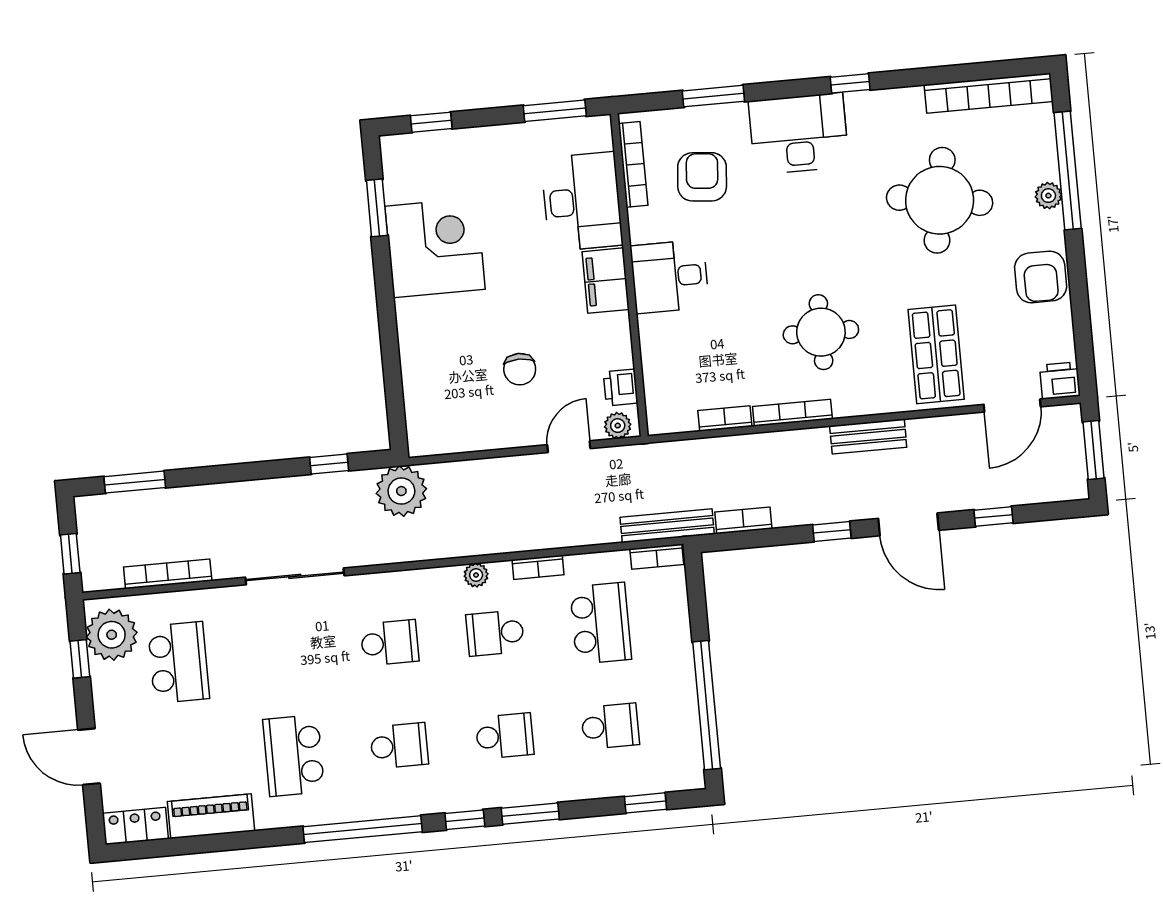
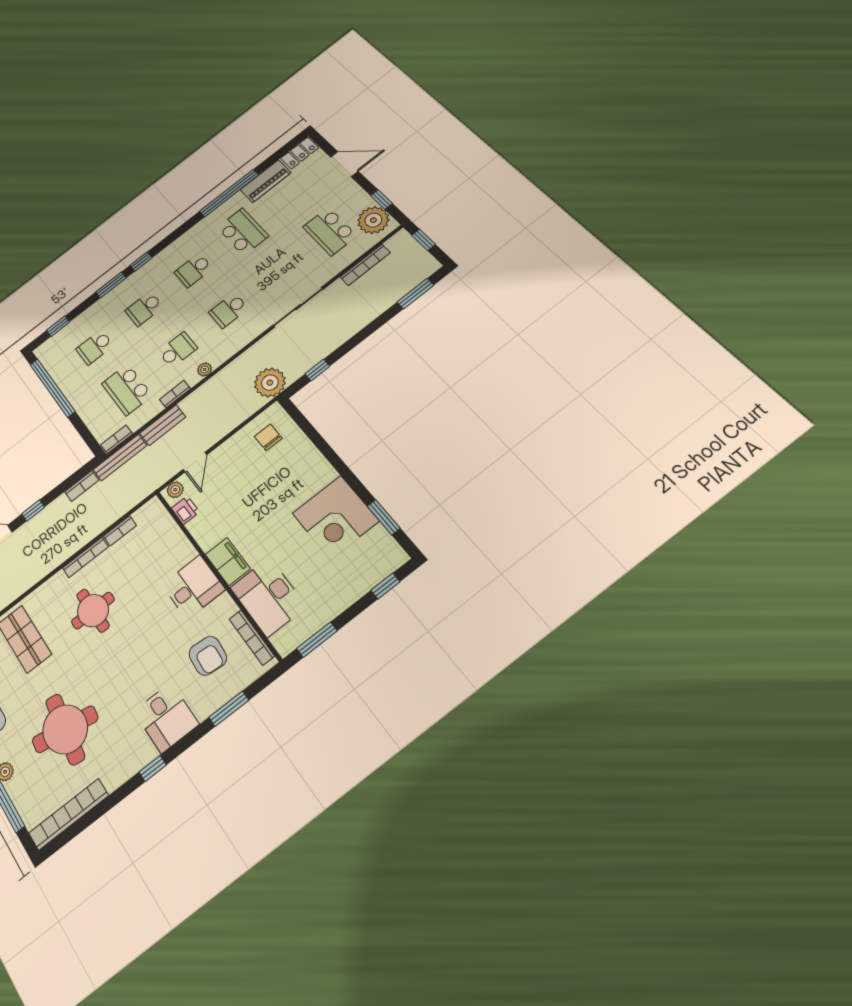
desk: (799, 134) -> (166, 718), width x0.73
chair: (520, 369) -> (268, 437), moved
bench: (868, 437) -> (163, 425), moved
window: (363, 829) -> (229, 193), moved

